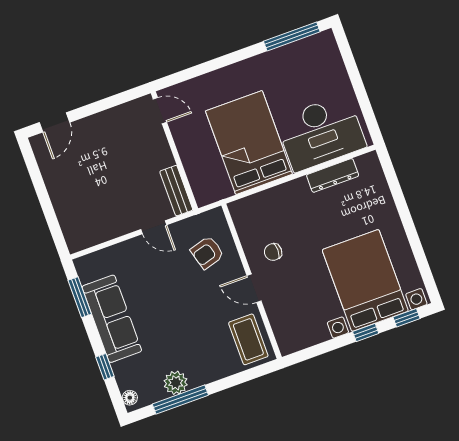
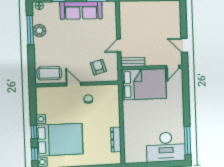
door: (55, 122) -> (184, 45), moved
desk: (321, 133) -> (166, 147), moved, turned -90
bed: (249, 143) -> (144, 84), moved
door: (254, 288) -> (74, 84), hinge flipped

